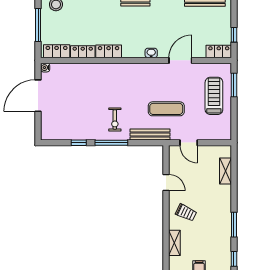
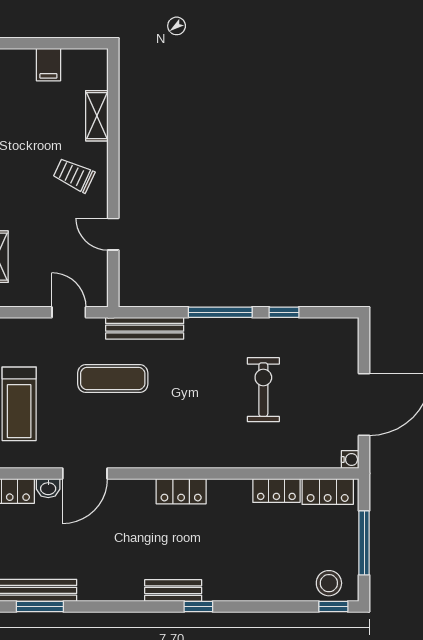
locker: (109, 51) -> (181, 491), moved
washbasin: (151, 53) -> (48, 488), moved
exercise bike: (115, 120) -> (263, 390), moved, width x1.38, depth x1.39

